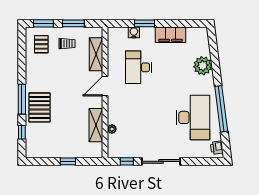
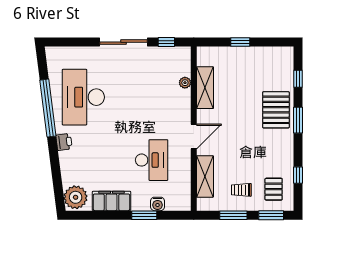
window: (22, 55) -> (298, 175), added
plant: (203, 66) -> (76, 197), moved
window: (22, 99) -> (298, 120), width x0.69
printer: (217, 148) -> (64, 142), moved

